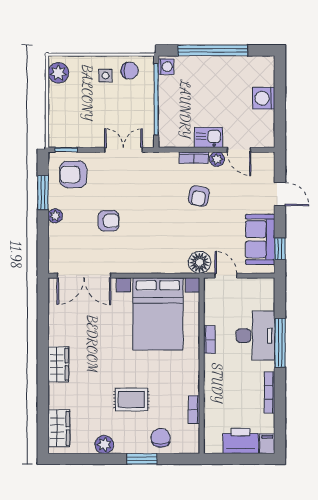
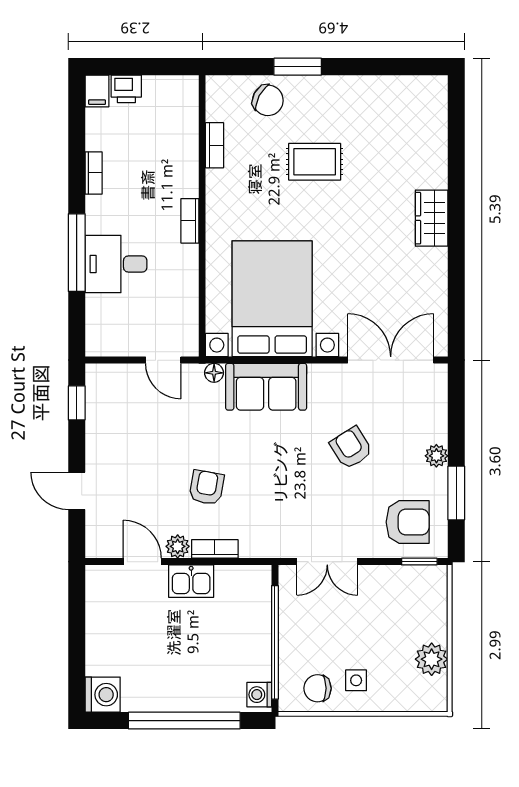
plant: (58, 73) -> (432, 659), moved
washing machine: (264, 98) -> (103, 695), moved
armchair: (109, 221) -> (351, 448), turned 58
sofa: (260, 239) -> (266, 387), moved, turned 90
floor lamp: (199, 262) -> (214, 373), width x0.53, depth x0.53
desk: (255, 336) -> (116, 264), width x0.73
bookcase: (209, 339) -> (190, 221), moved
bookcase: (269, 392) -> (94, 173), width x0.64
wardrobe: (59, 428) -> (431, 116), removed
chair: (161, 438) -> (268, 100), turned -62
printer: (241, 441) -> (126, 89), width x0.53, depth x0.68
plant: (104, 445) -> (358, 90), removed

